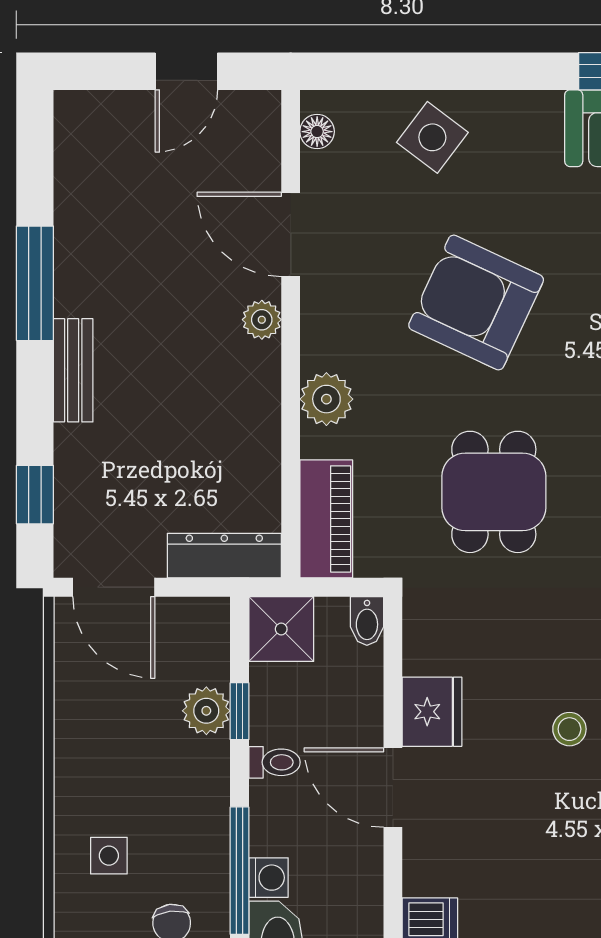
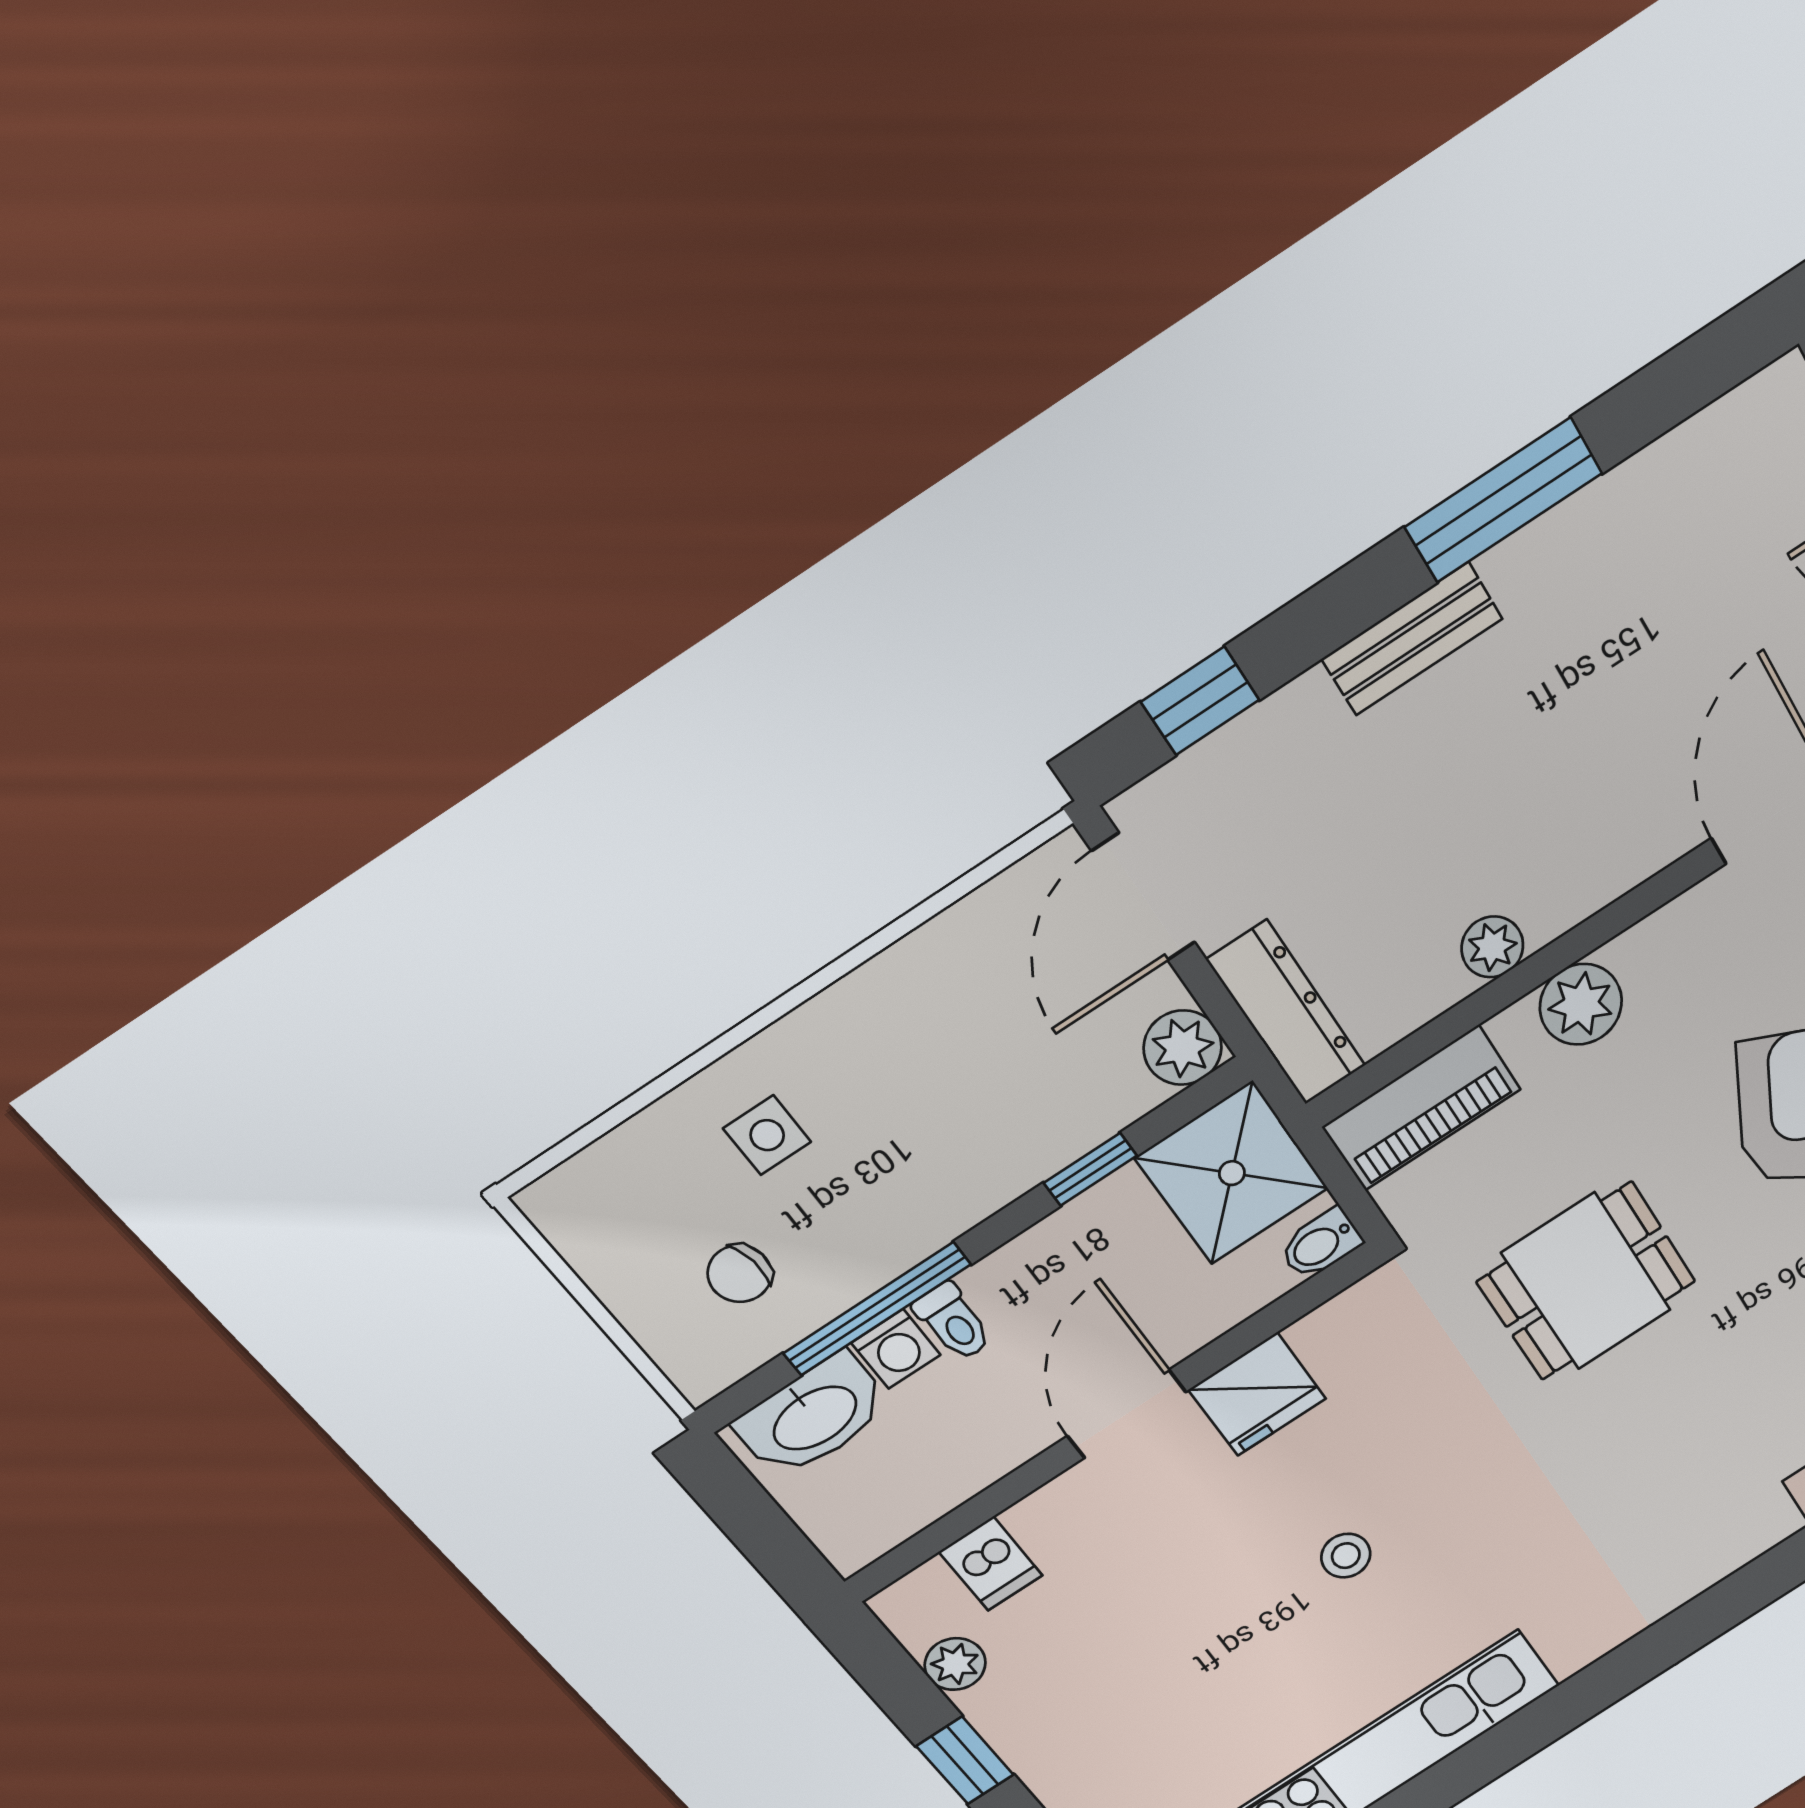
plant: (262, 320) -> (1492, 947), moved
shower: (281, 629) -> (1232, 1173), width x1.36, depth x1.36
plant: (206, 711) -> (1183, 1048), moved
toilet: (274, 762) -> (953, 1322), moved

